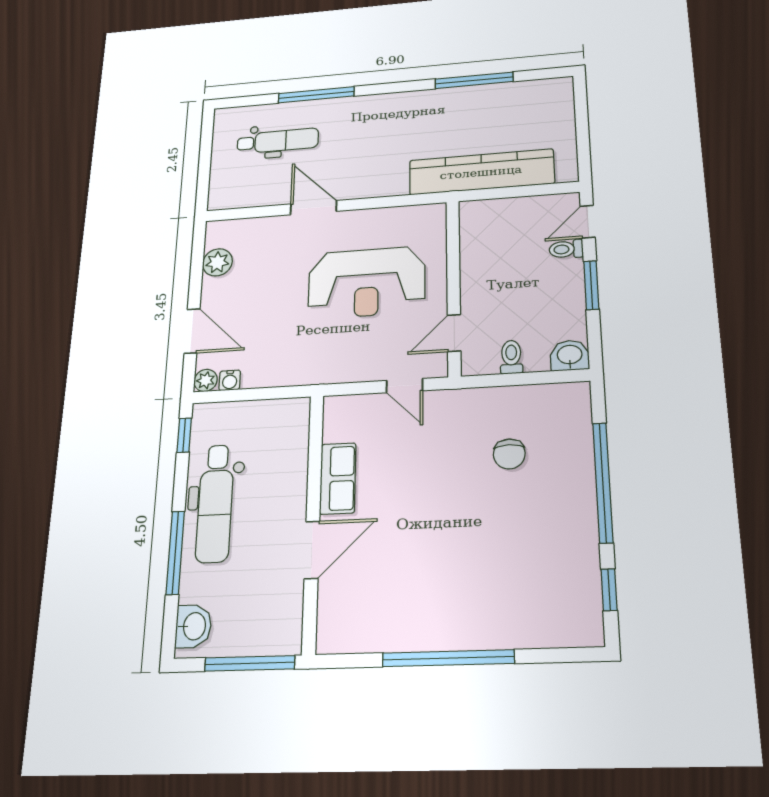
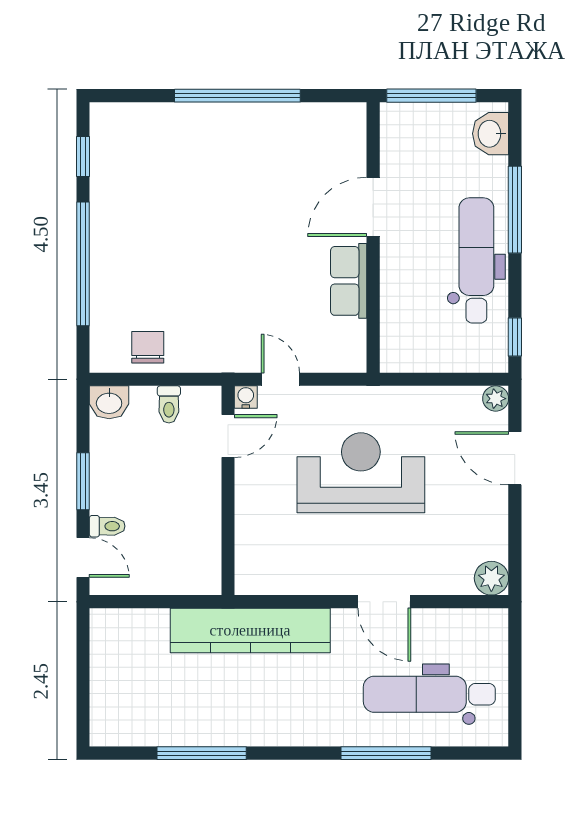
dental chair: (278, 141) -> (429, 694), width x1.36, depth x1.38
kitchen counter: (481, 172) -> (250, 630), moved
door: (588, 222) -> (83, 558), hinge flipped
plant: (217, 262) -> (491, 578), moved
reception desk: (367, 282) -> (361, 473), moved
water cooler: (230, 380) -> (246, 397), moved
chair: (509, 454) -> (148, 347), moved

